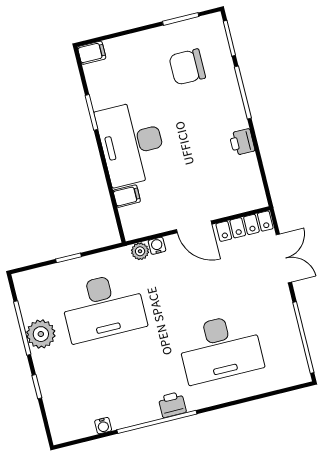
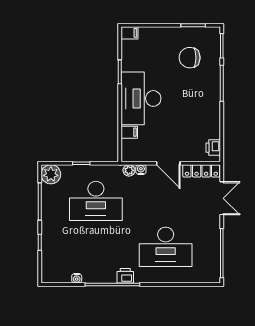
printer: (242, 142) -> (213, 148), moved
plant: (41, 334) -> (51, 174), moved

